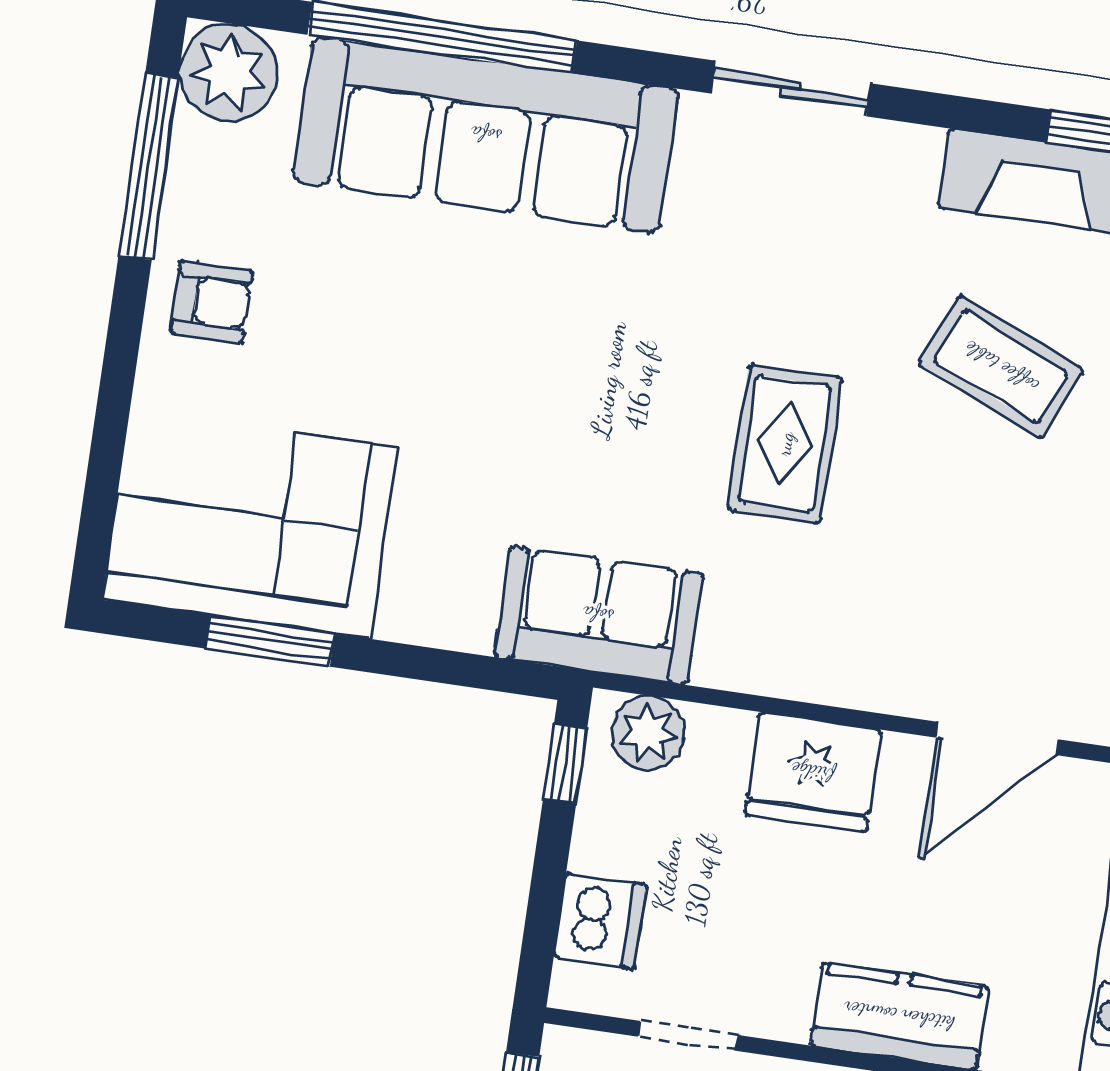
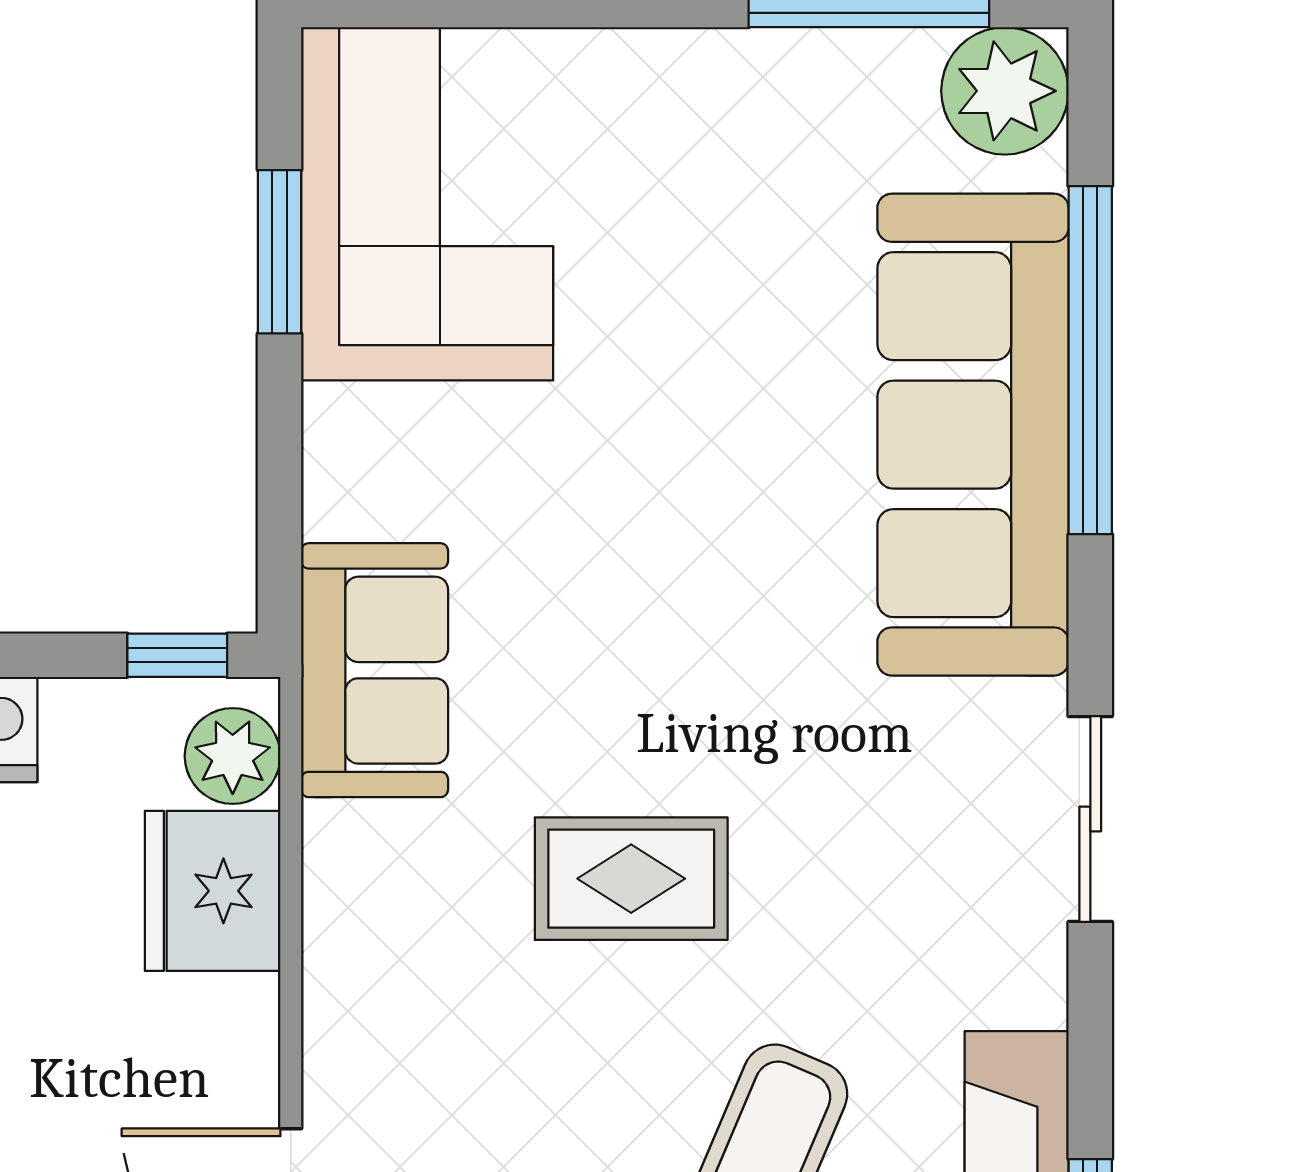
armchair: (212, 302) -> (706, 113), removed
fridge: (813, 772) -> (213, 891), moved

